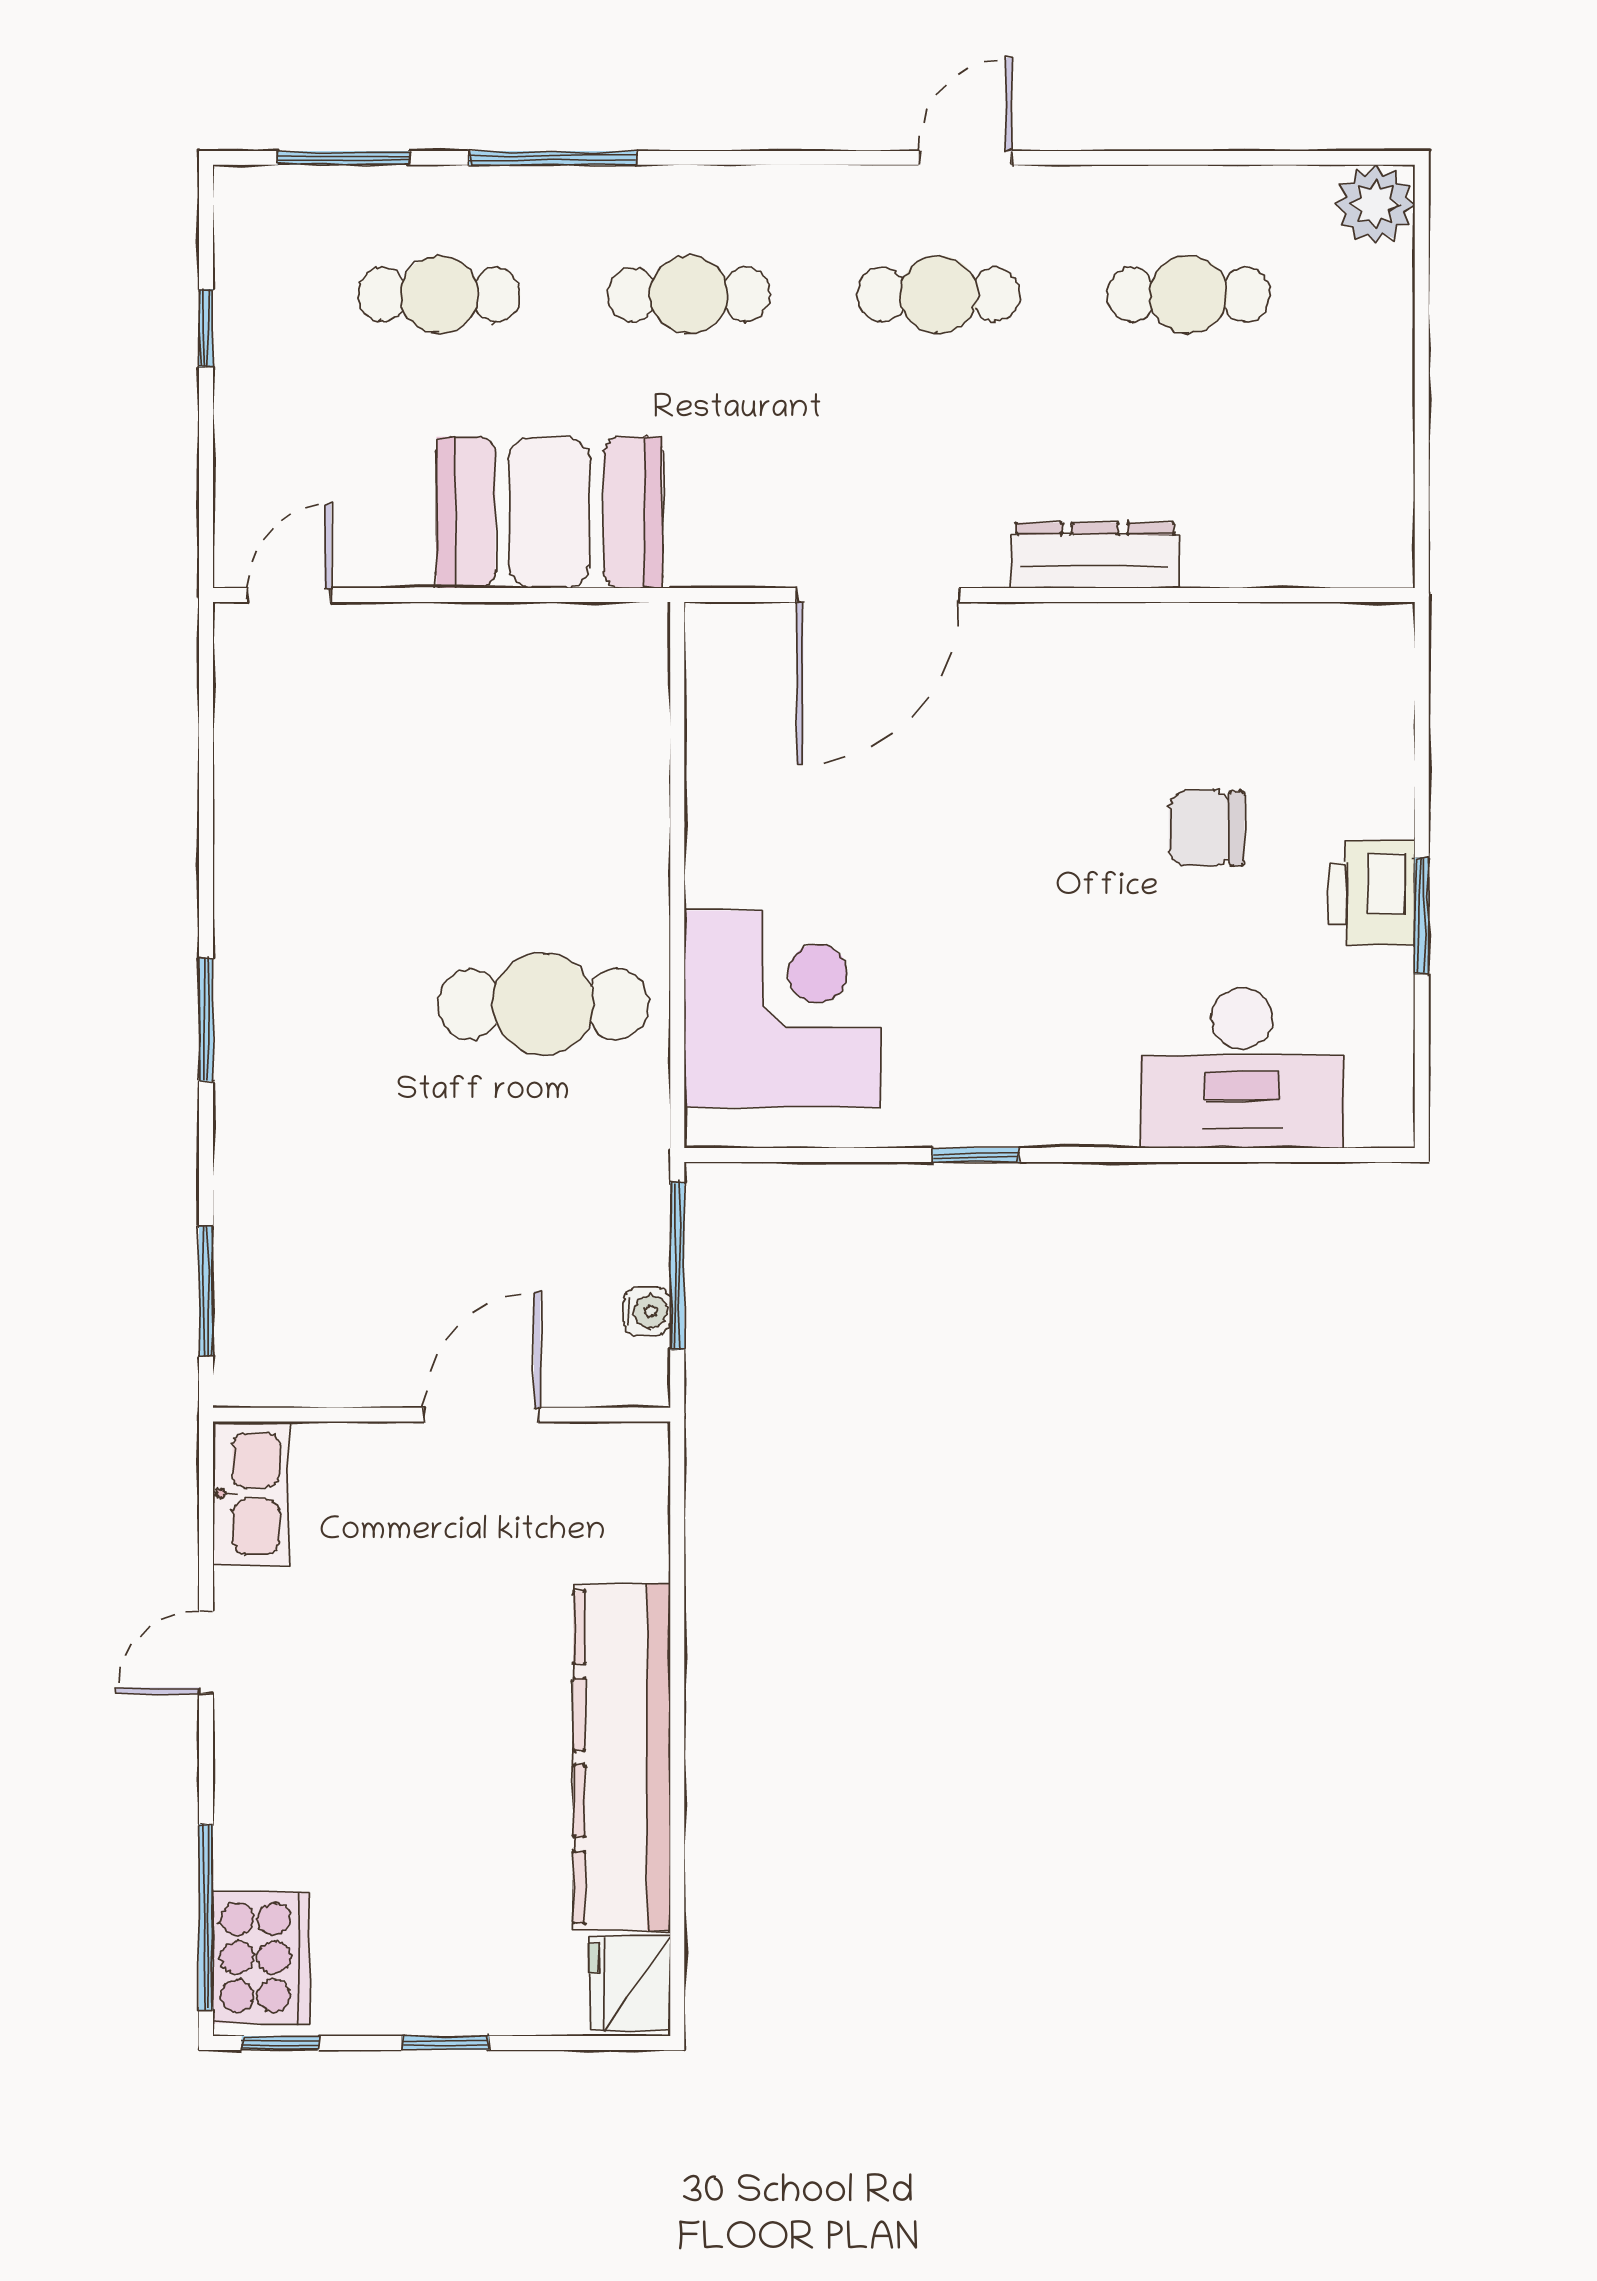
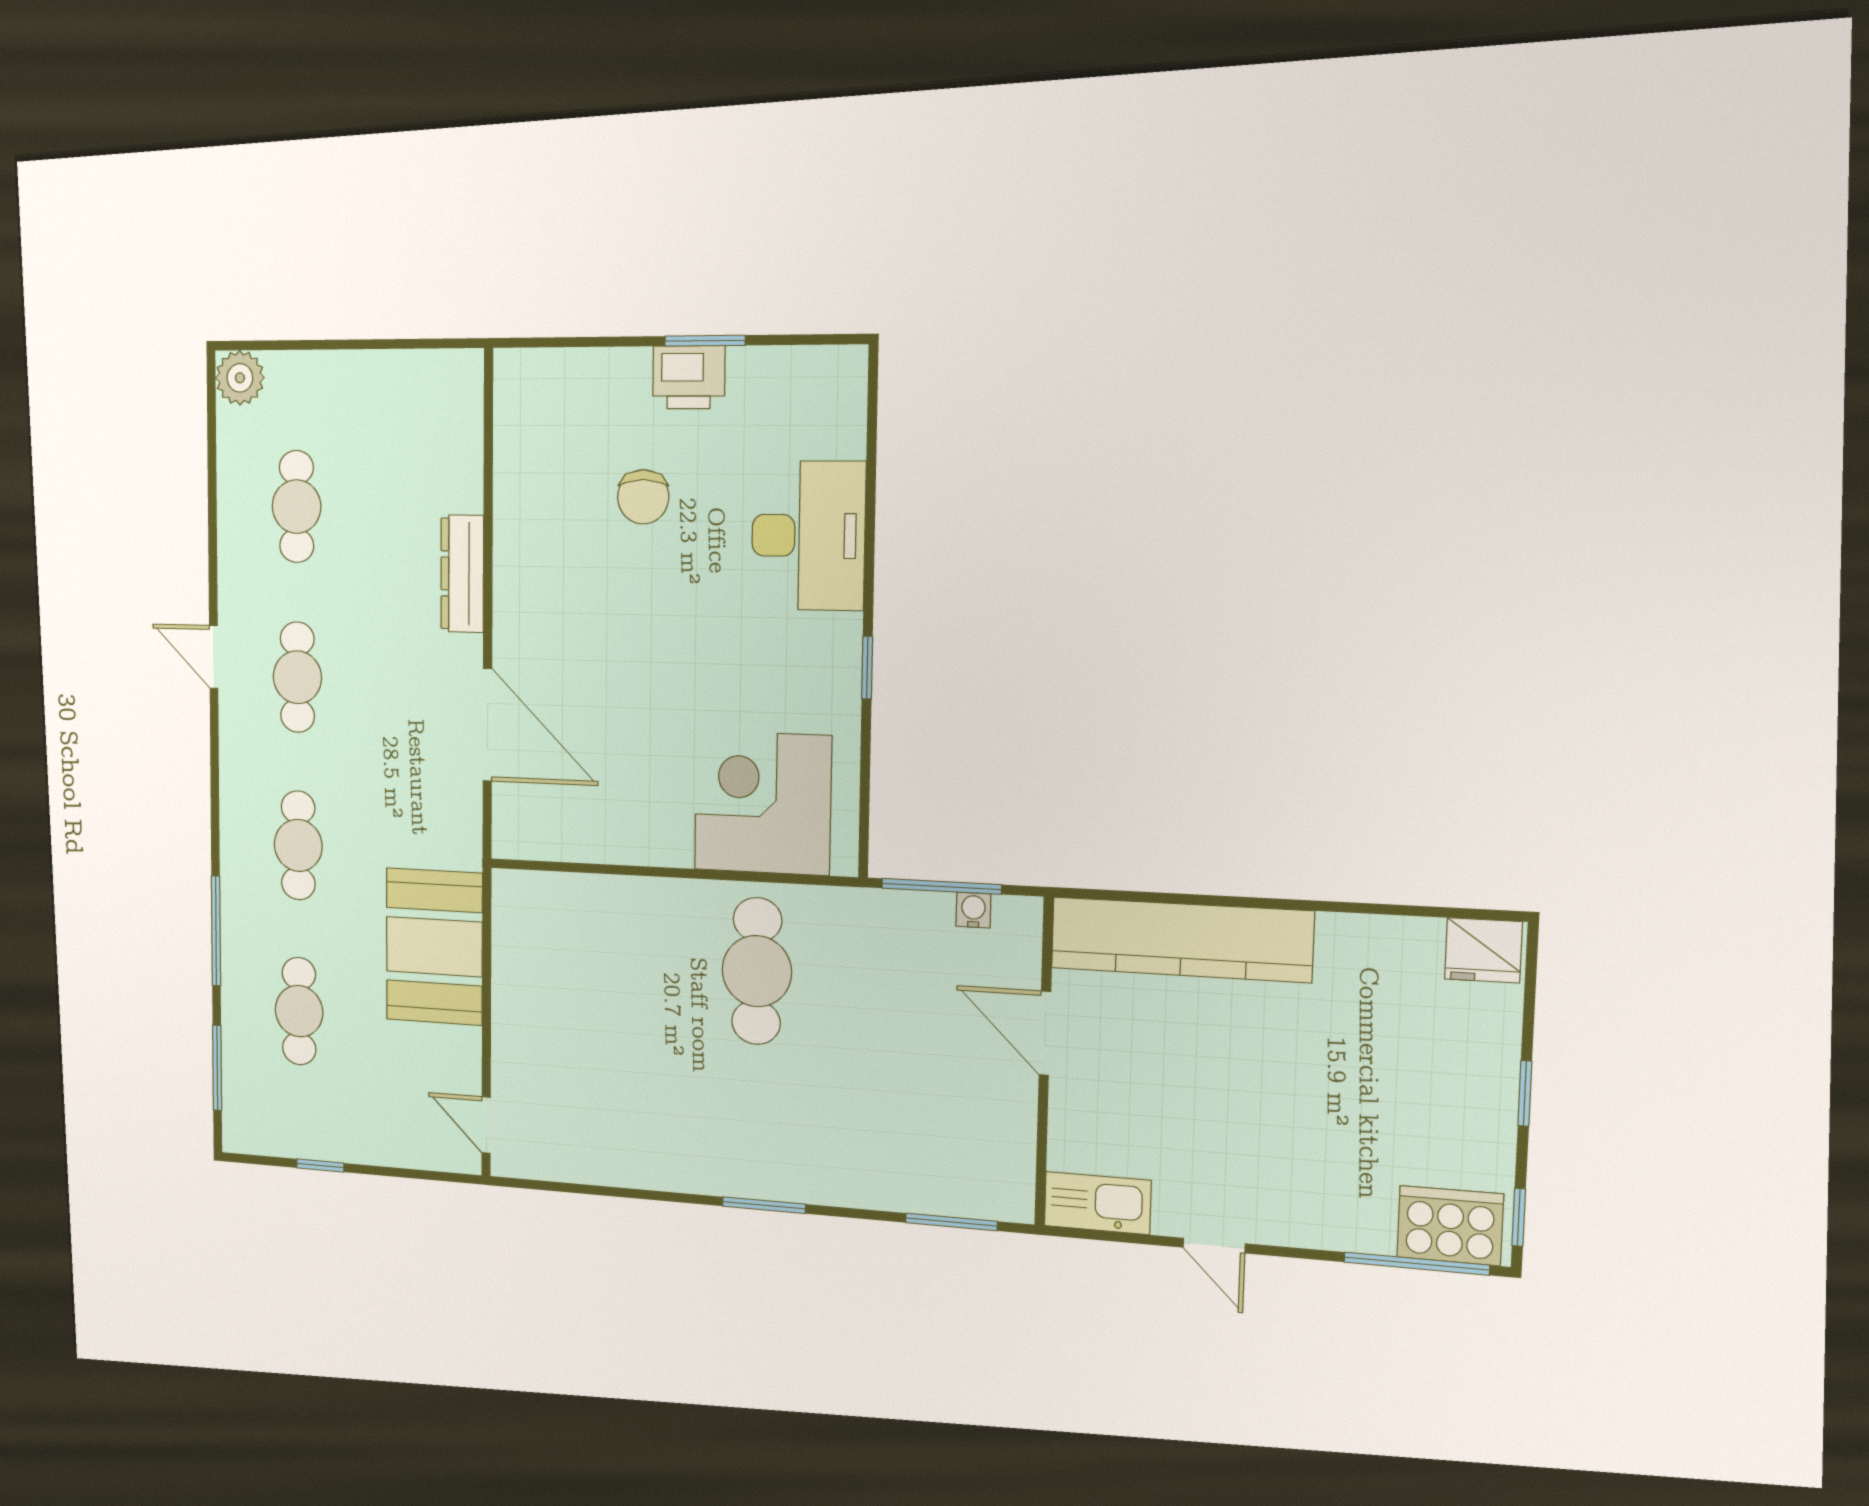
desk: (1242, 1068) -> (808, 536), moved
kitchen counter: (622, 1758) -> (1181, 940), moved

